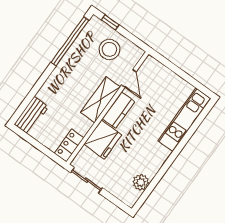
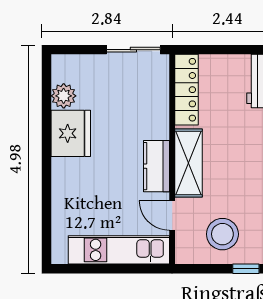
kitchen unit: (184, 120) -> (119, 250), moved, turned -90
fridge: (103, 140) -> (71, 133), moved, turned 180
locker: (69, 145) -> (186, 90), width x1.53

